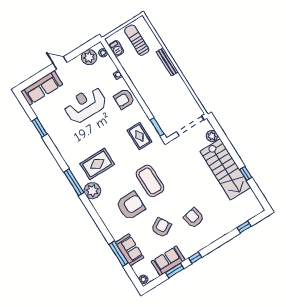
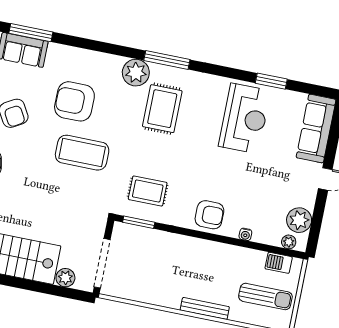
armchair: (124, 99) -> (209, 215), turned 90
reception desk: (85, 105) -> (245, 118), moved
armchair: (131, 206) -> (74, 101), turned 90

